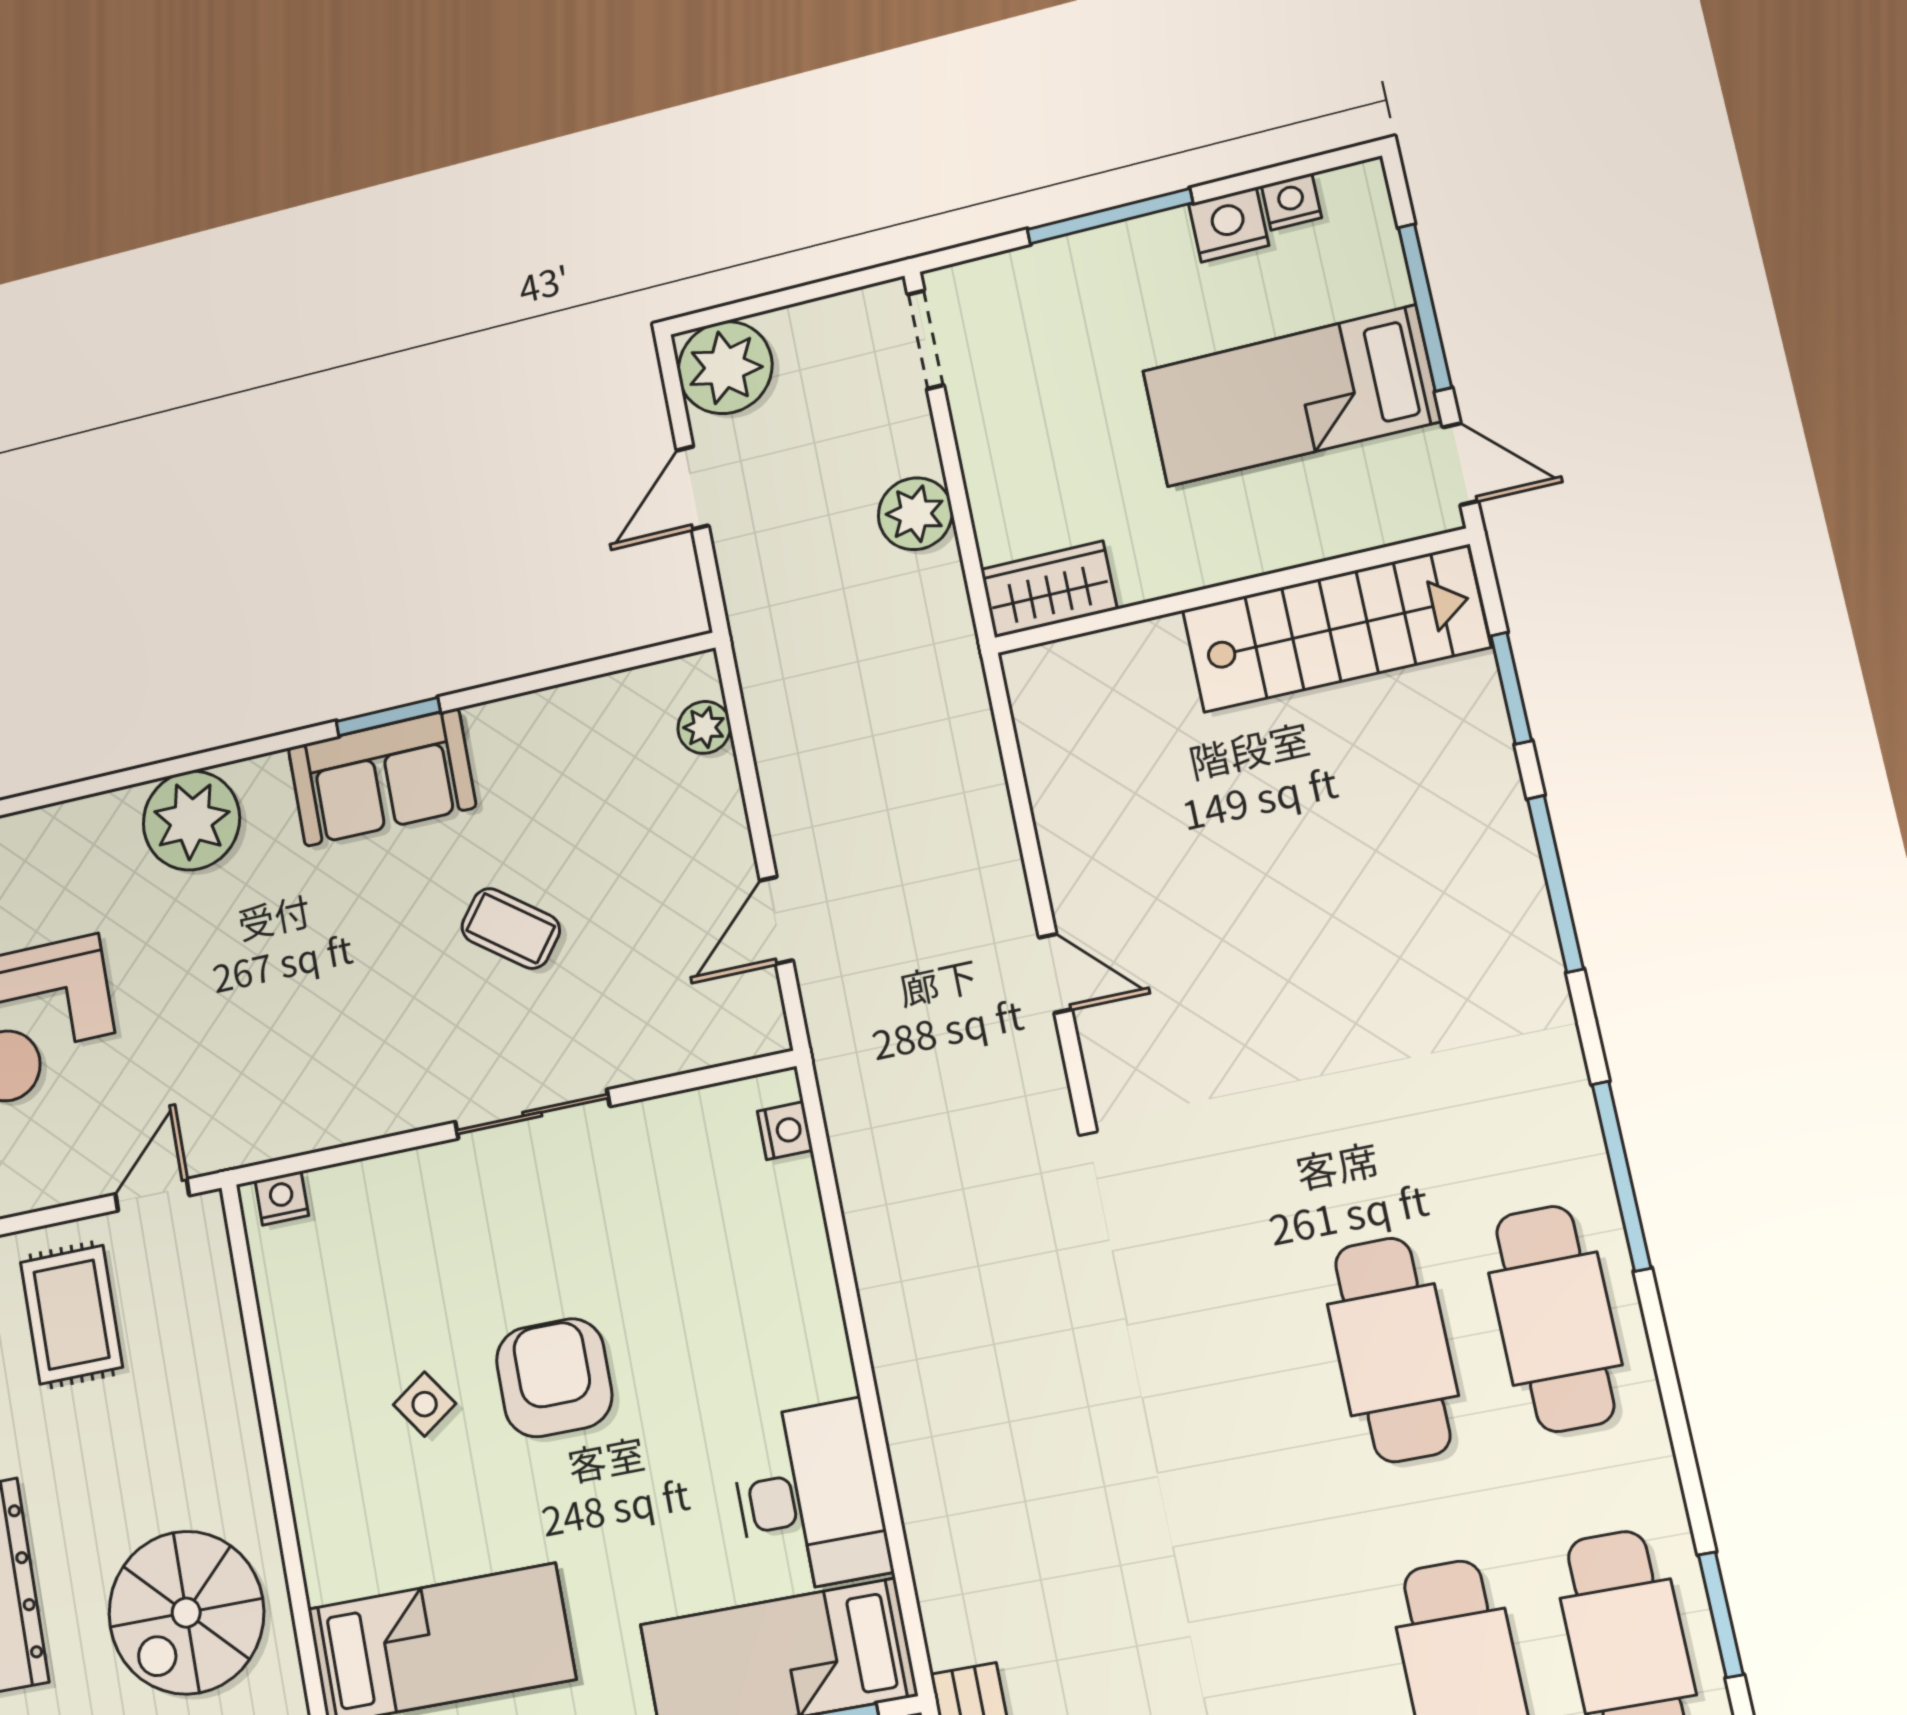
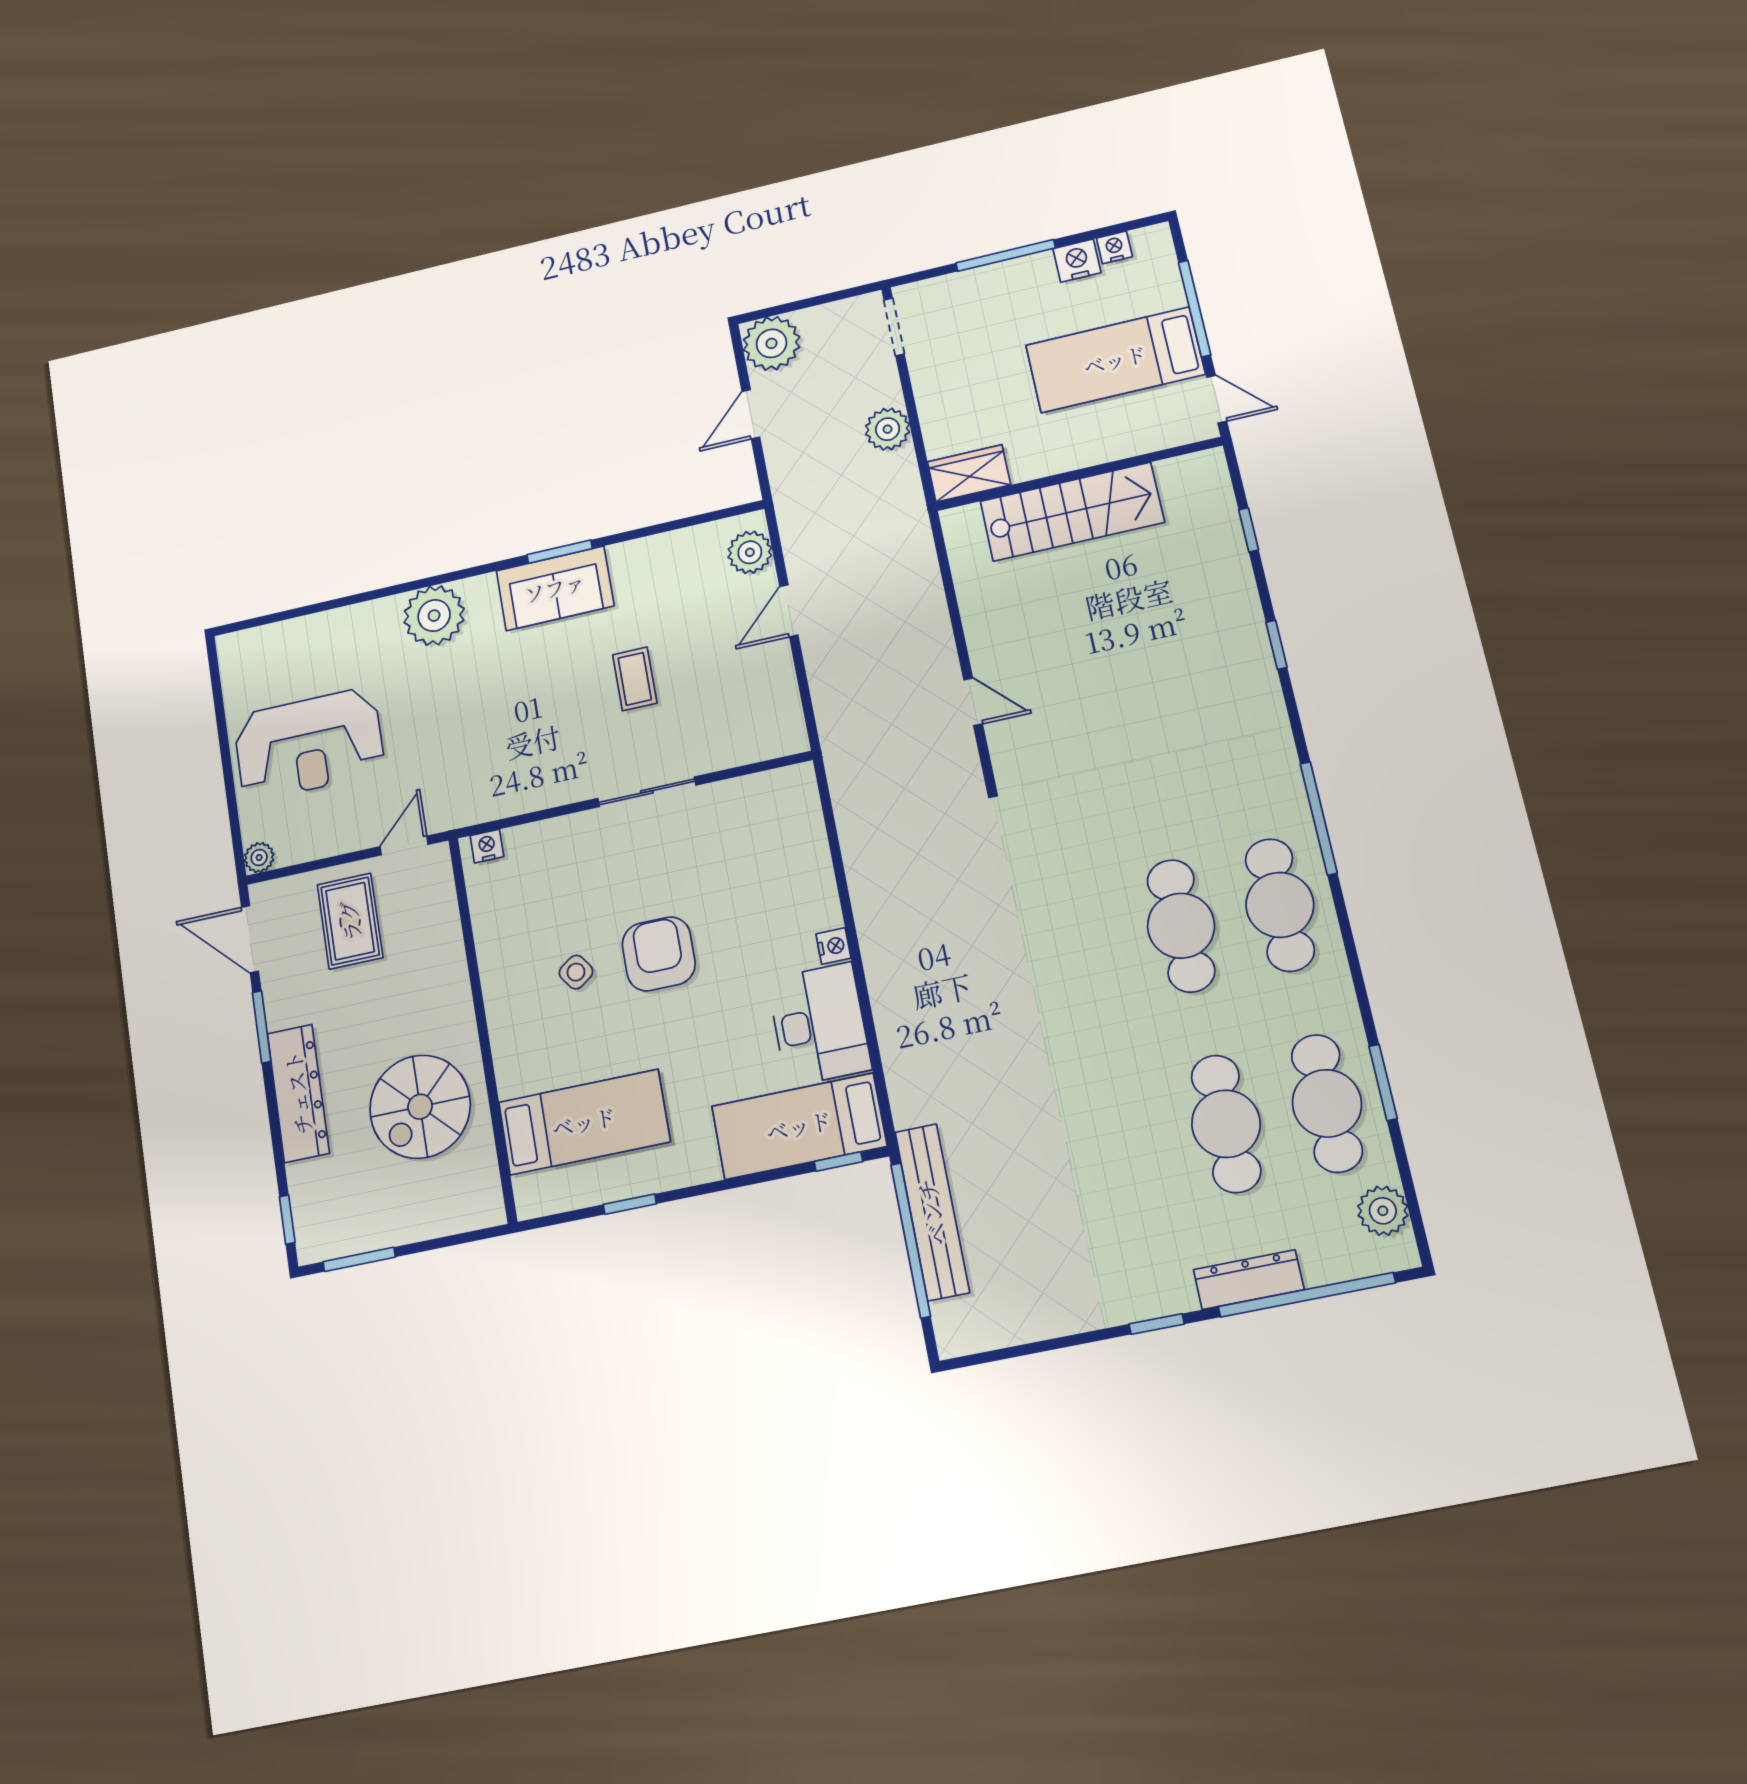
stairs: (1335, 629) -> (1072, 512), moved
window: (1511, 688) -> (1249, 530), width x0.67
plant: (704, 727) -> (750, 552), width x1.38, depth x1.38
window: (1555, 884) -> (1276, 645), width x0.46
door: (776, 920) -> (789, 611), moved
coffee table: (511, 928) -> (635, 679), turned 53
nightstand: (785, 1131) -> (833, 946), moved

